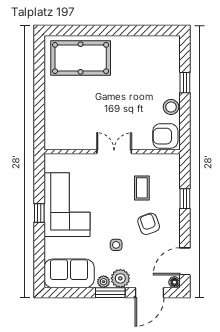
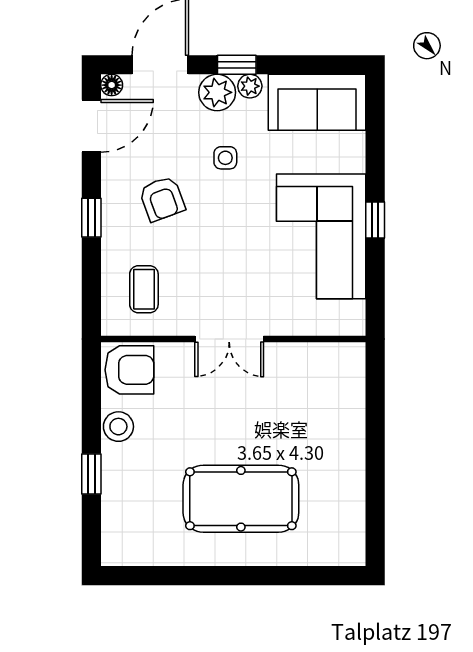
pool table: (81, 58) -> (241, 499), moved
coffee table: (142, 188) -> (144, 289), moved
window: (185, 199) -> (91, 218), moved
window: (110, 293) -> (237, 65), width x0.67

